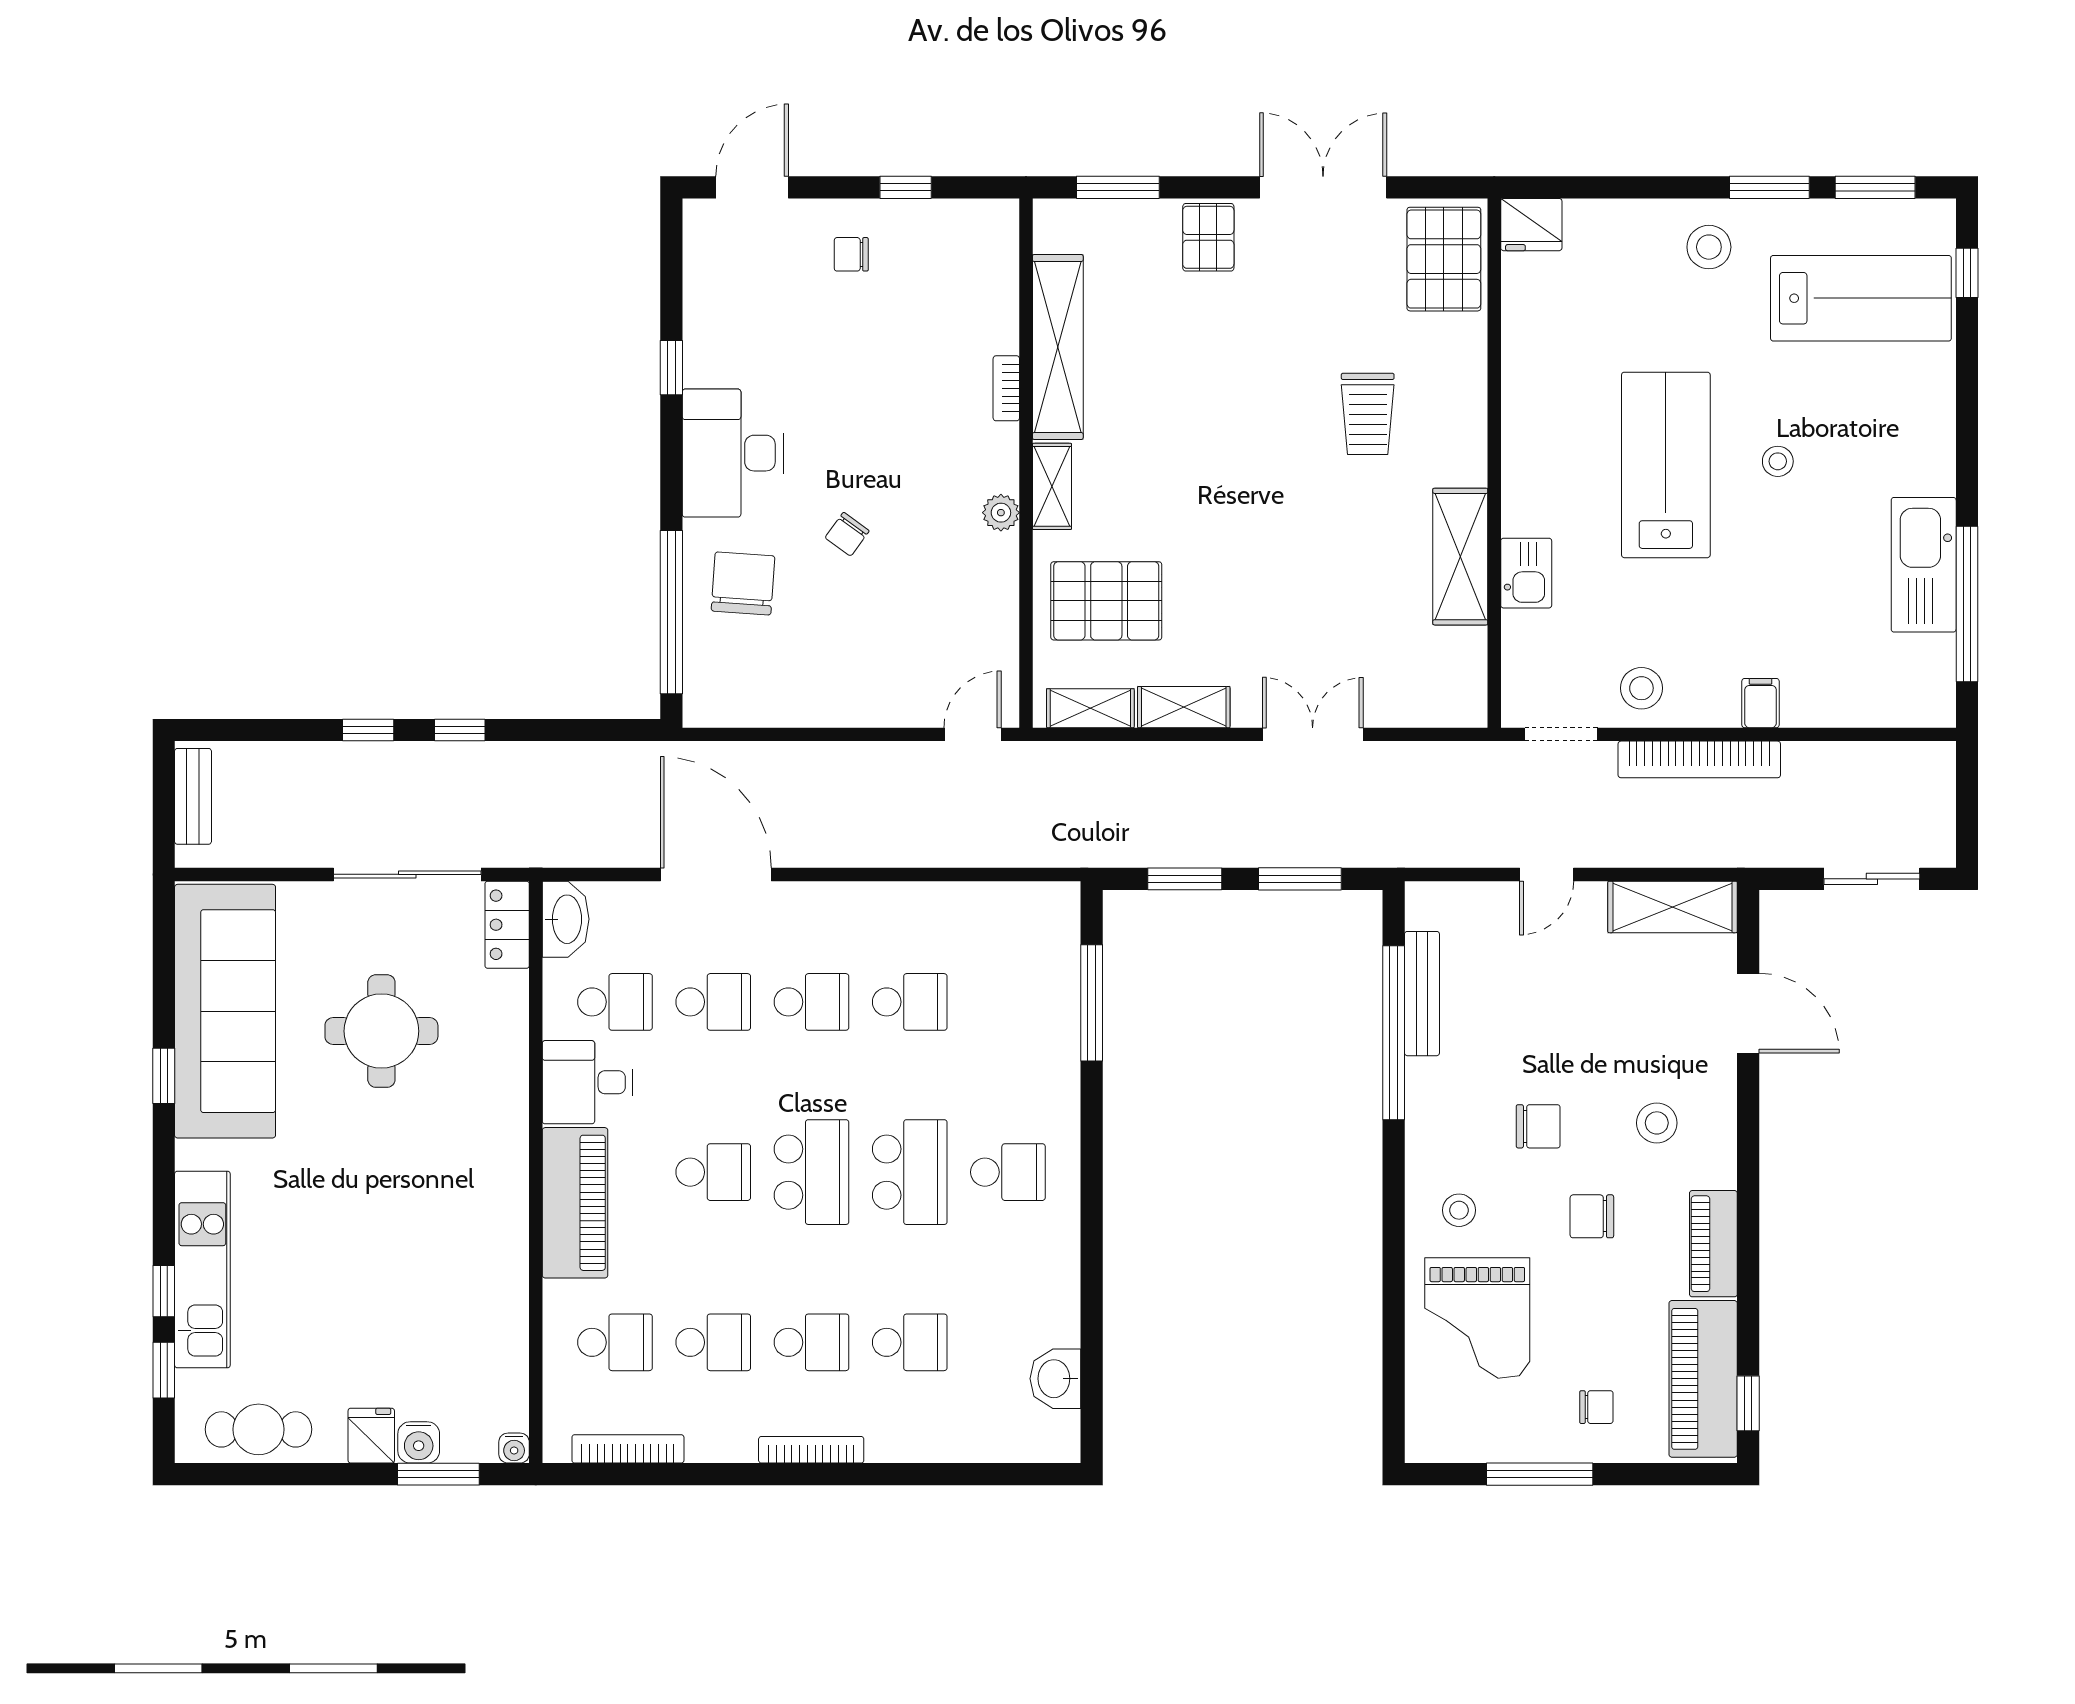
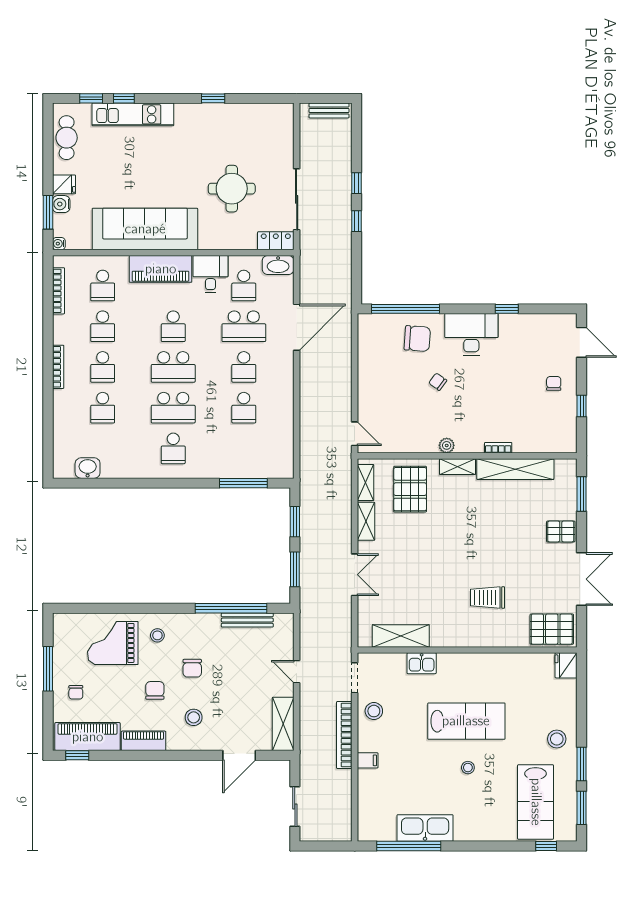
shelving: (1460, 557) -> (401, 636), moved
school desk: (713, 1002) -> (244, 326), width x1.85
sofa: (225, 1011) -> (145, 229), moved, turned 180

